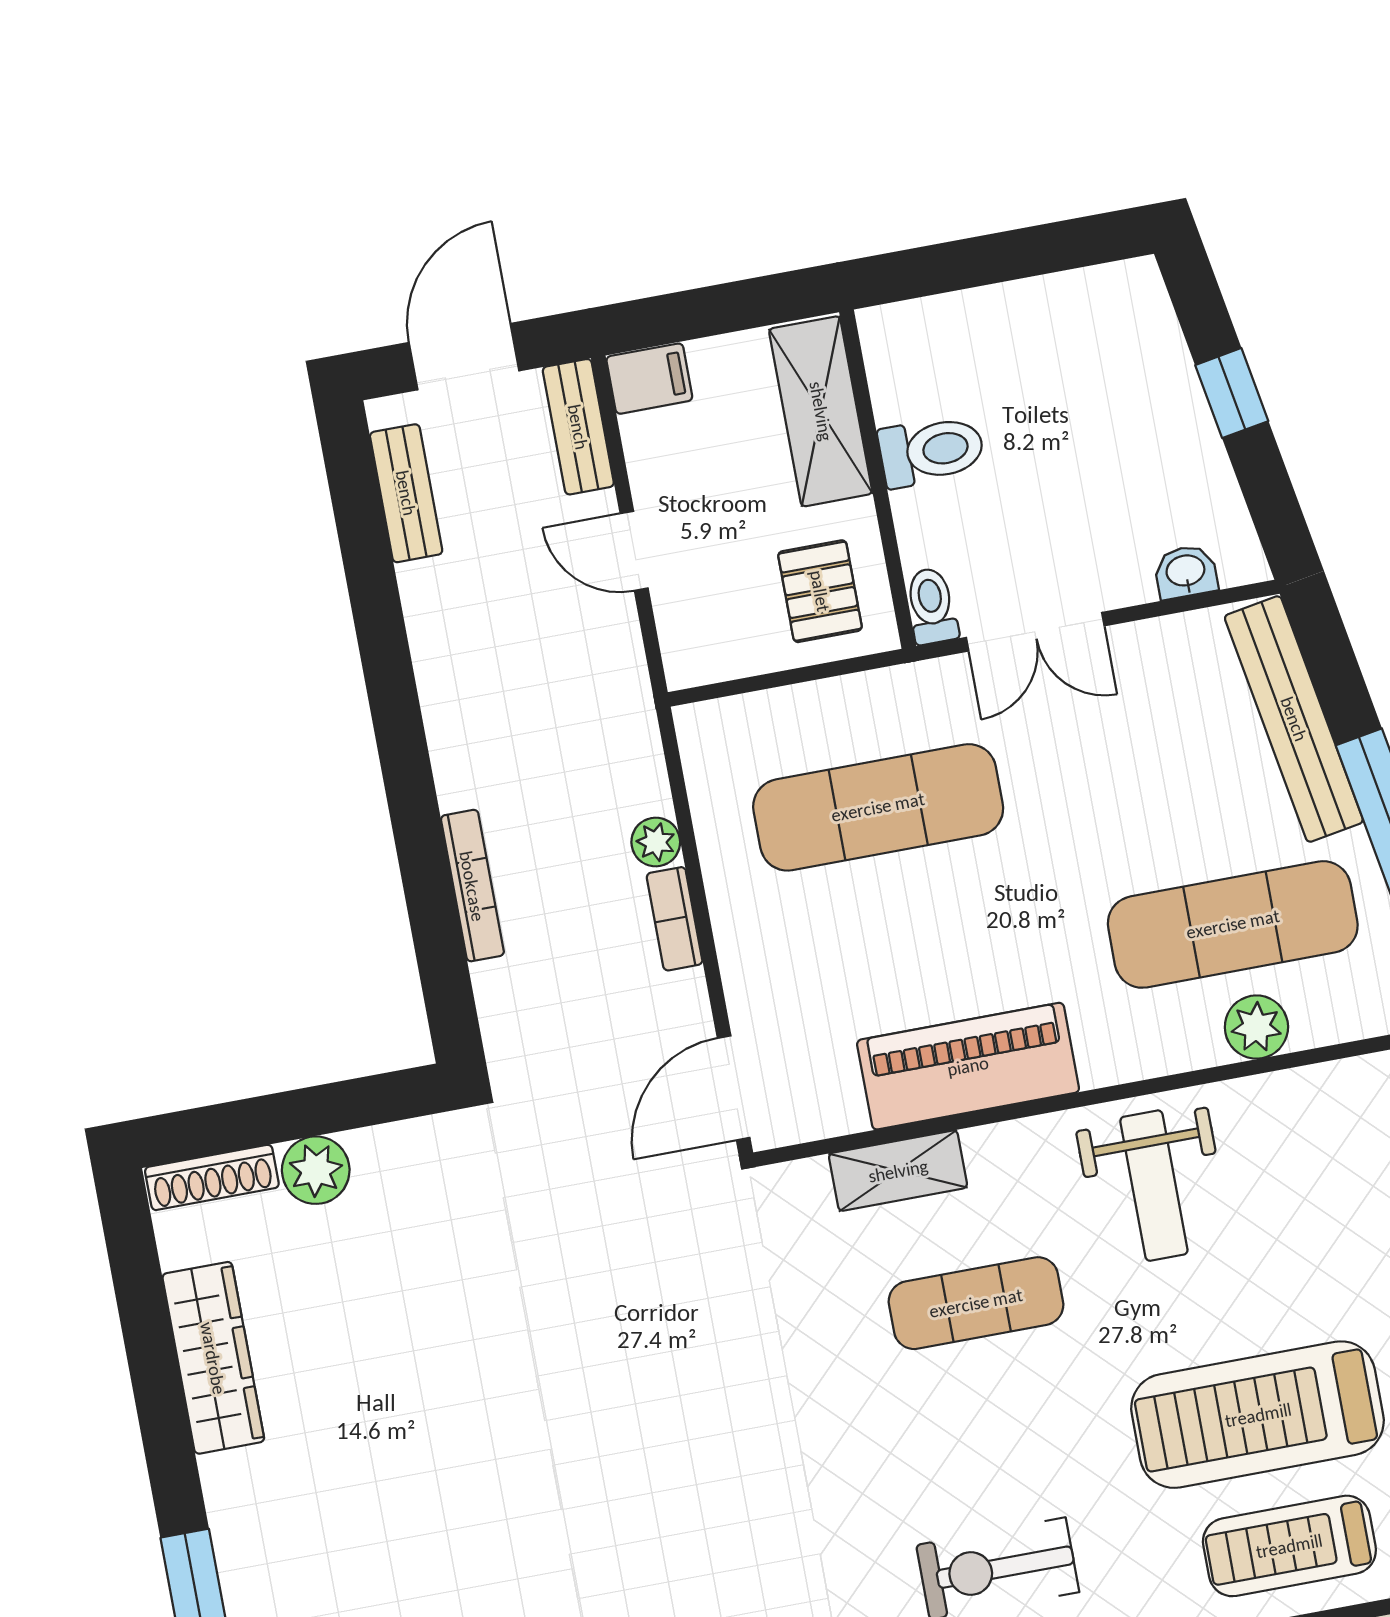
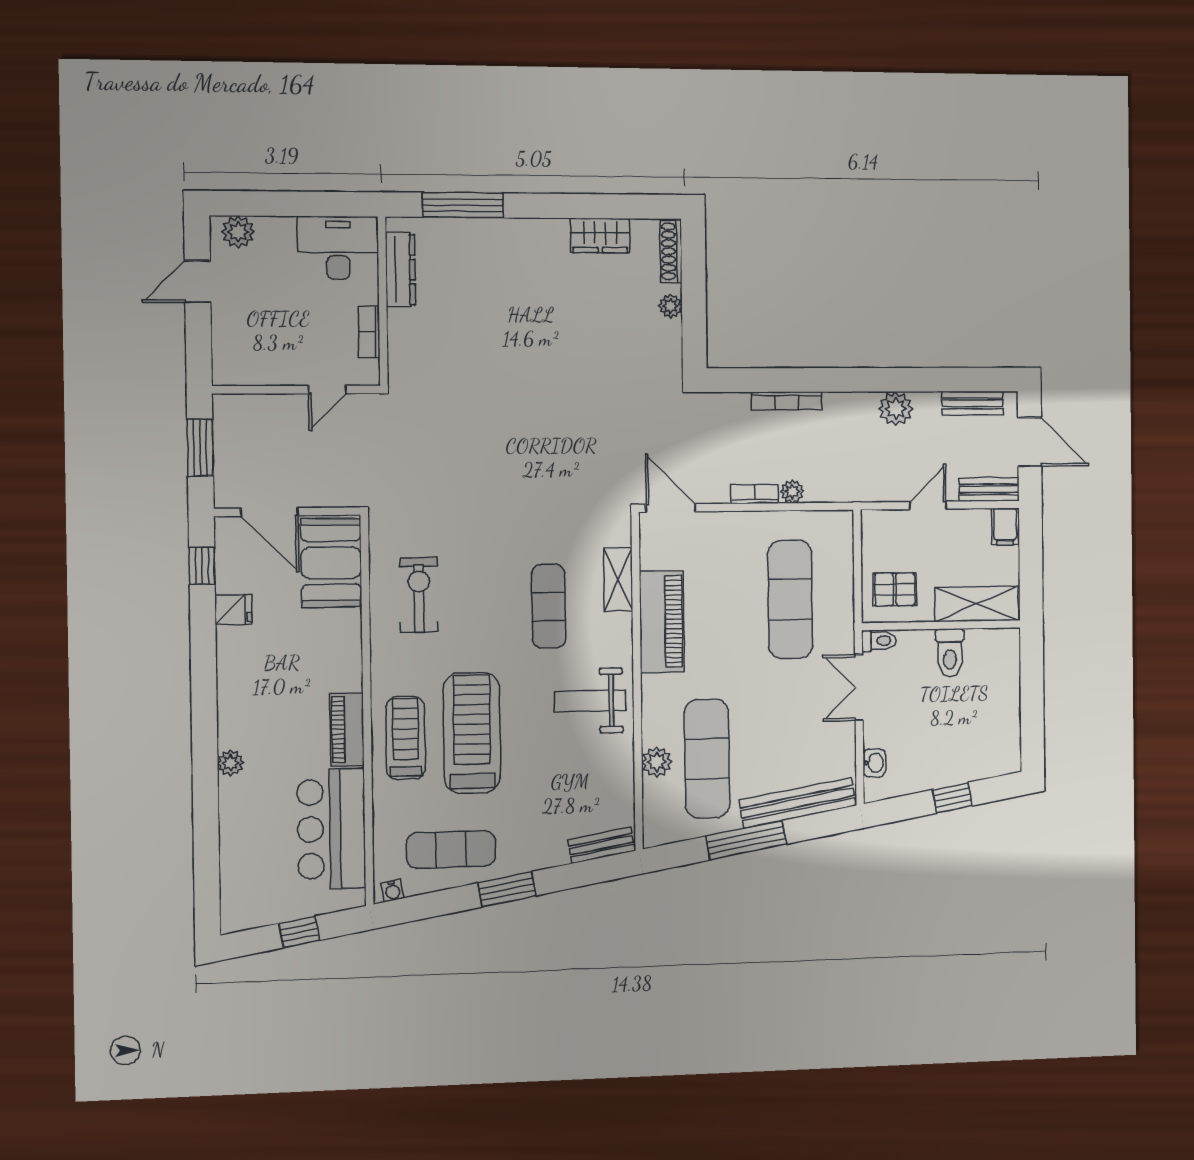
plant: (447, 654) -> (896, 409), added
plant: (316, 1170) -> (670, 306), width x0.73, depth x0.73
wardrobe: (213, 1358) -> (600, 236), width x0.67

